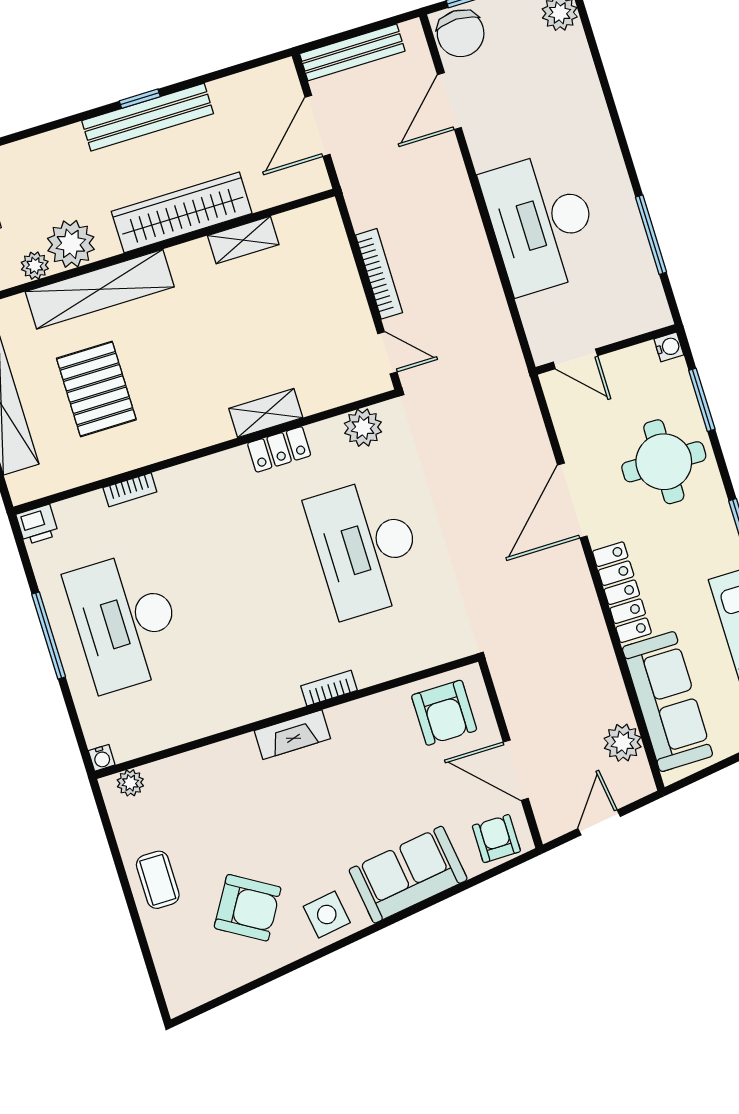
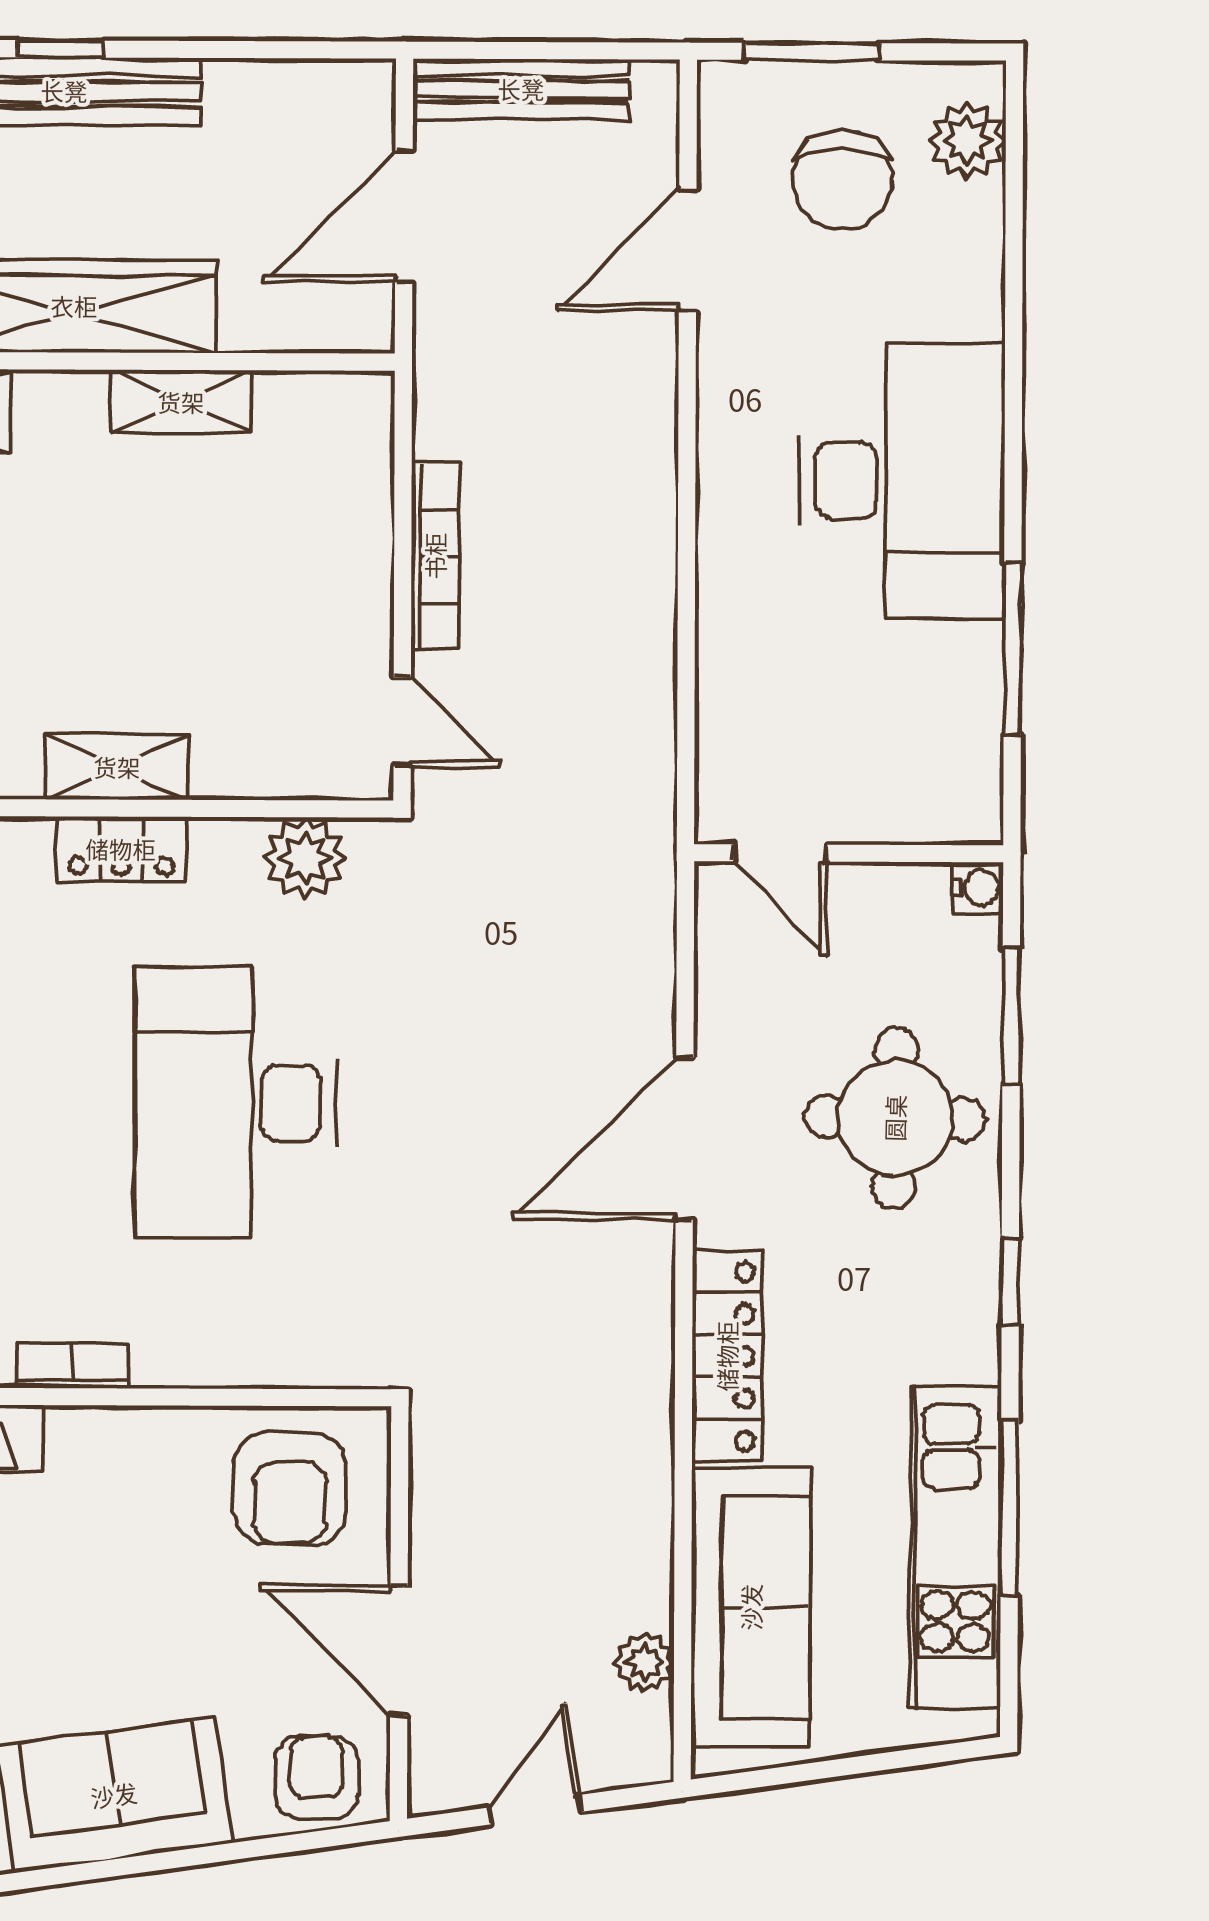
chair: (461, 33) -> (842, 180), moved
desk: (542, 222) -> (902, 481), moved, turned 180
plant: (623, 743) -> (645, 1662), width x0.73, depth x0.73

